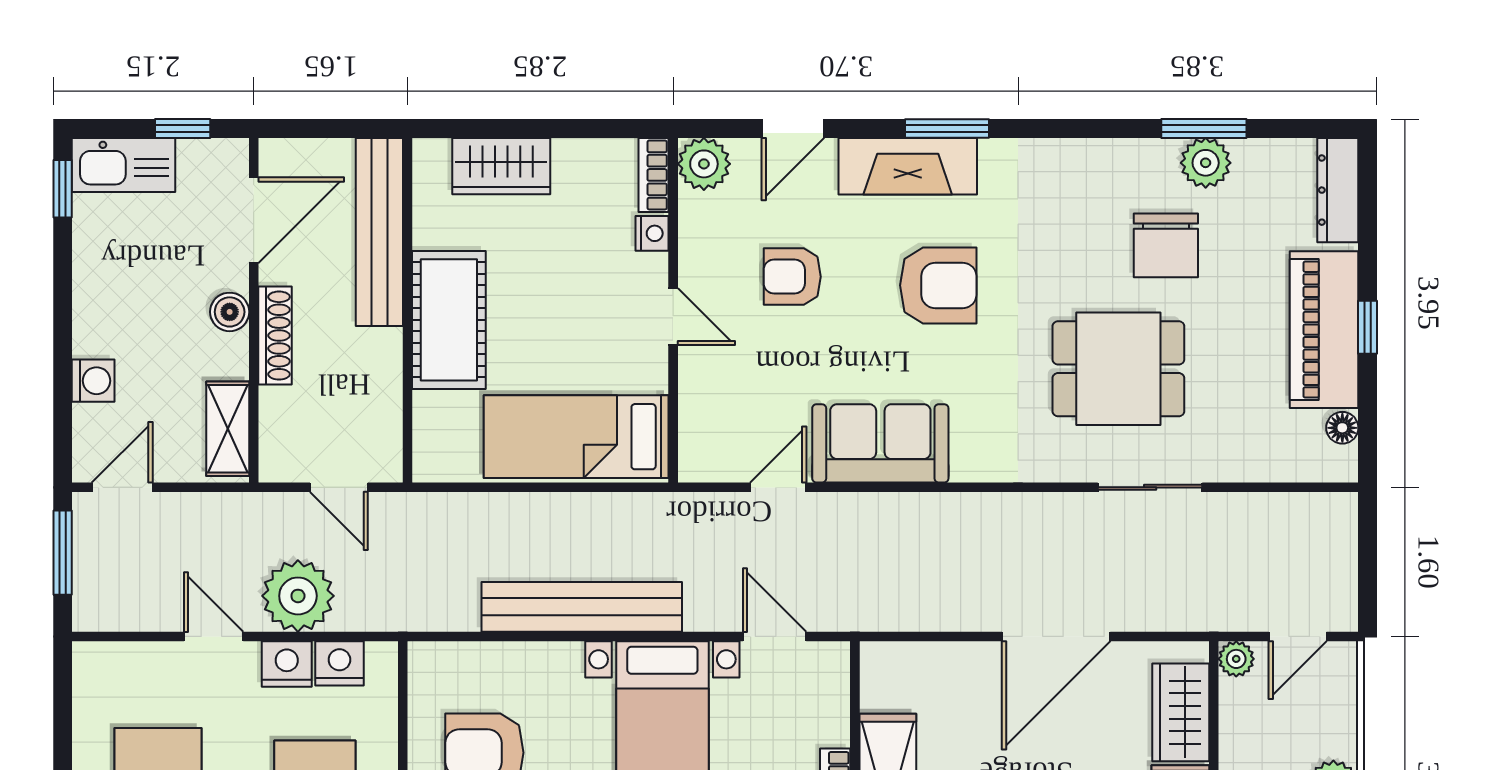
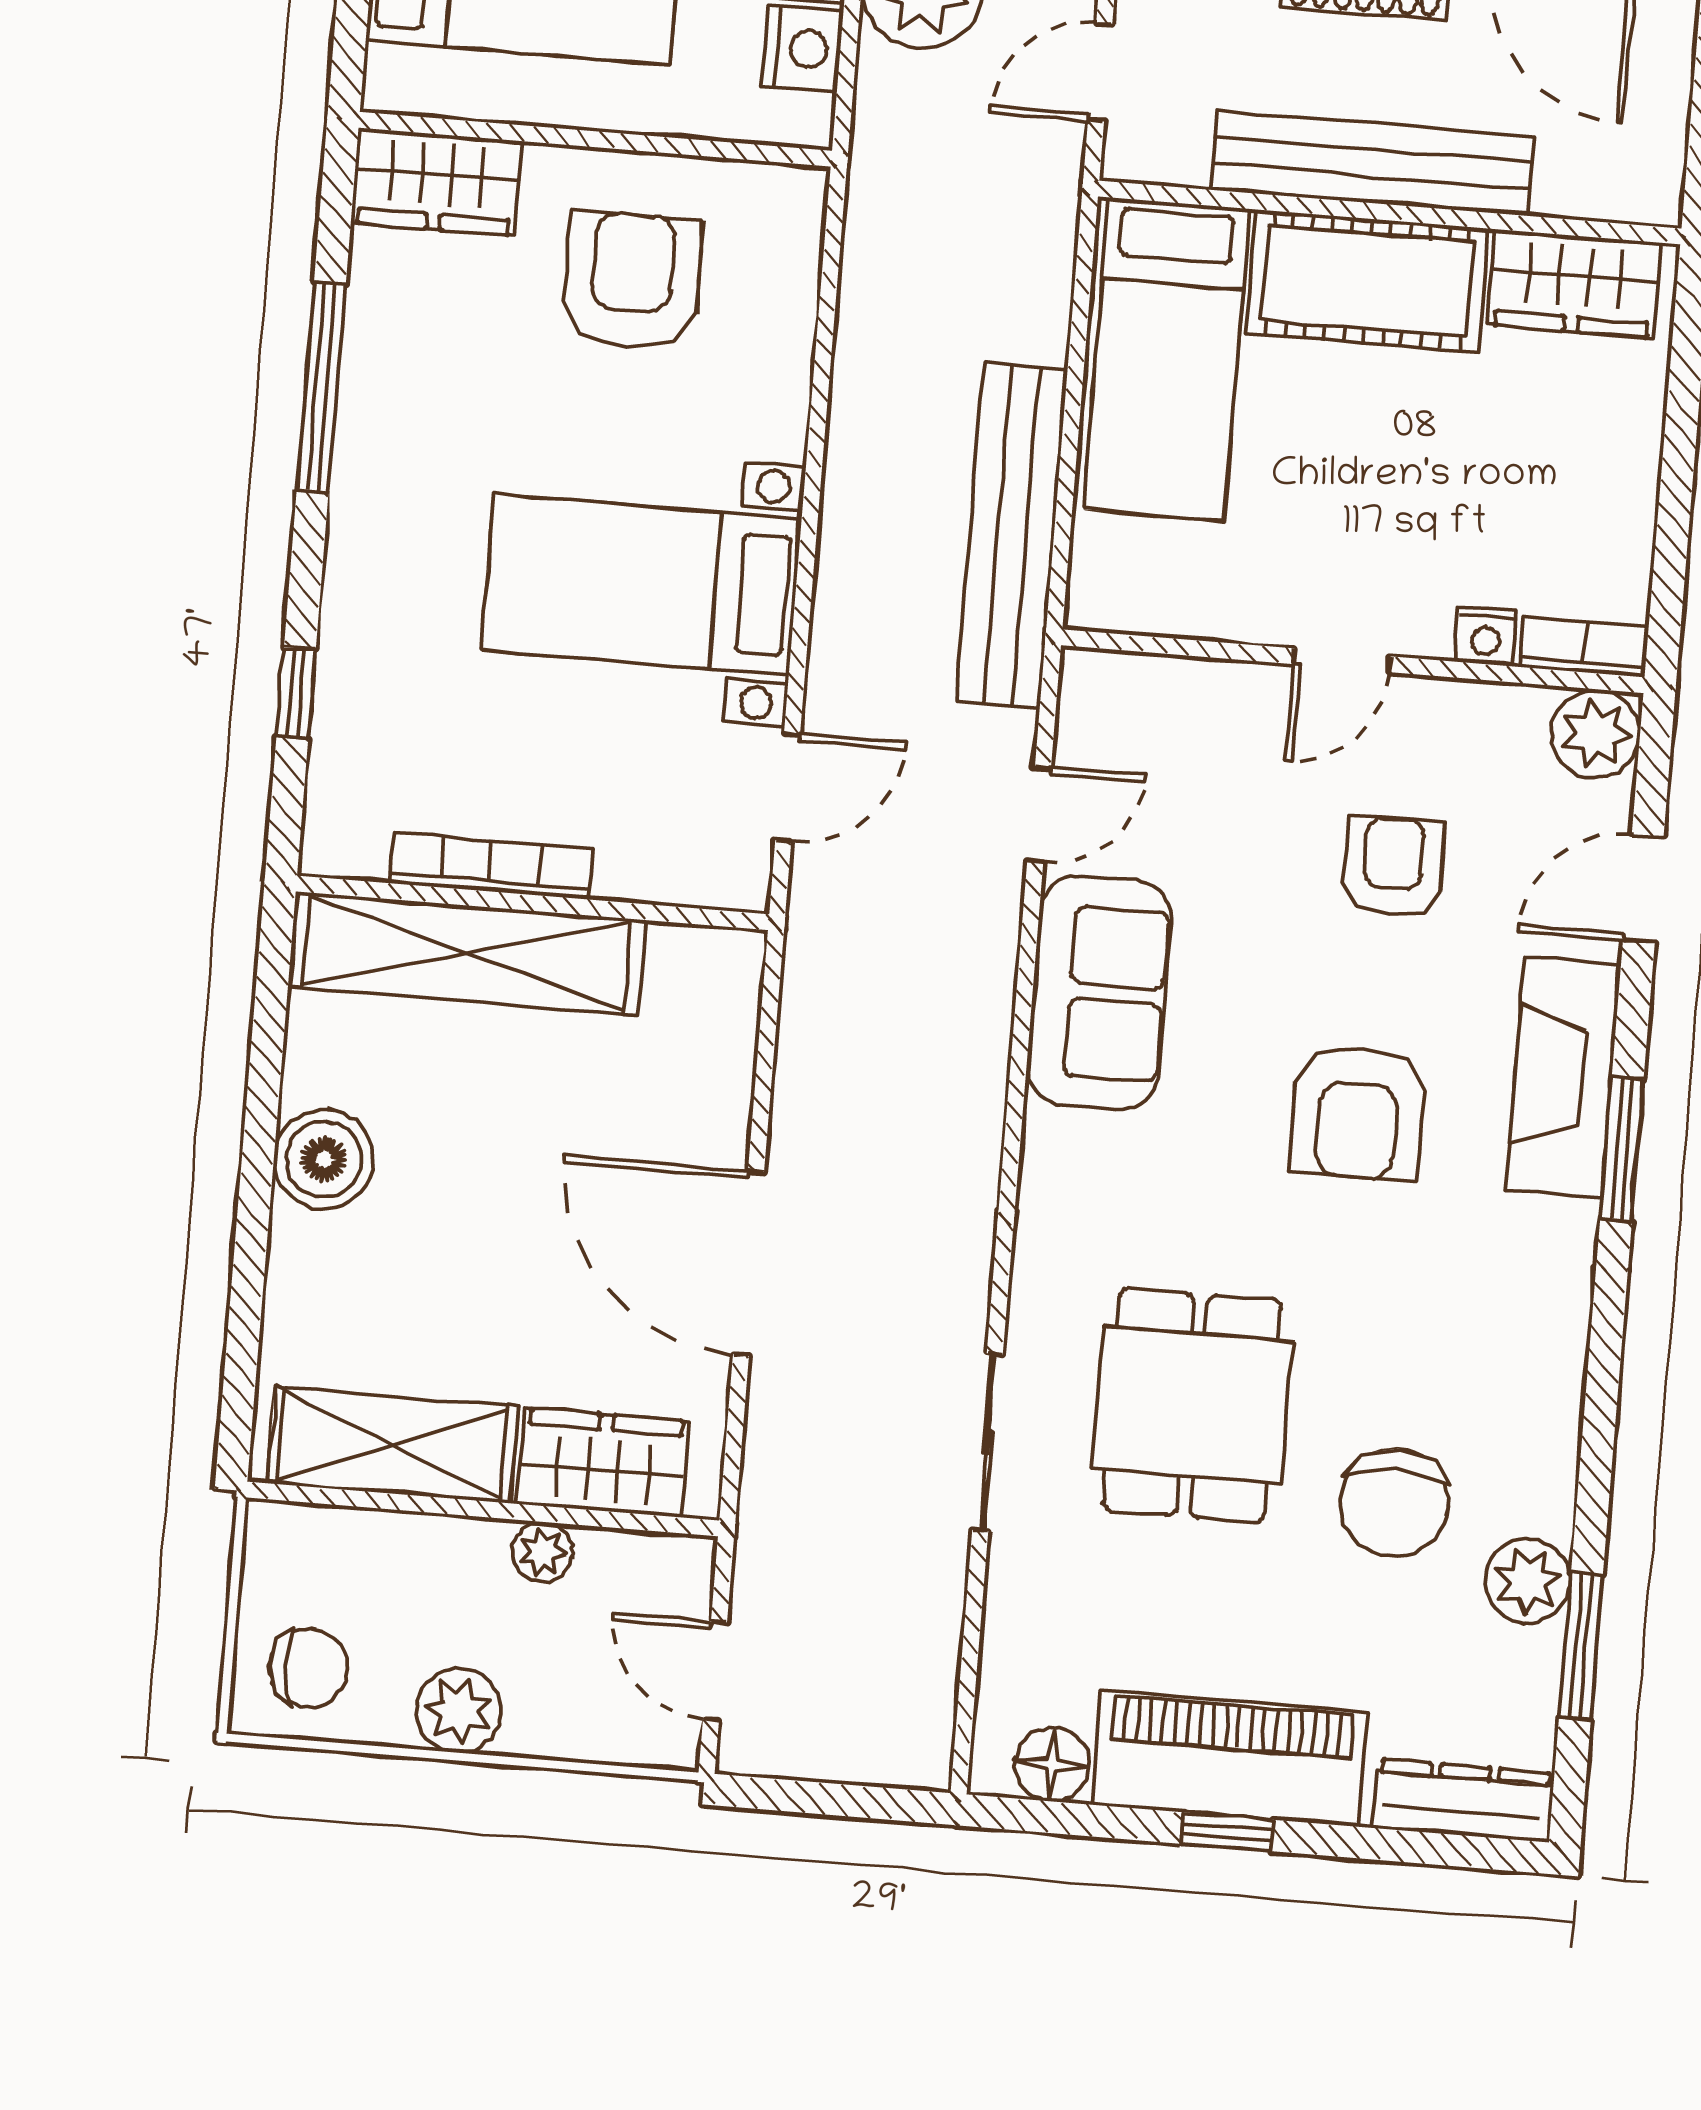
door: (793, 128) -> (1643, 889), hinge flipped
window: (1204, 128) -> (1581, 1647), moved
wardrobe: (501, 166) -> (1574, 284), moved, turned -90
bench: (379, 232) -> (1373, 163), moved
chair: (1166, 245) -> (1394, 1503), turned -90
floor lamp: (1342, 428) -> (1052, 1764), width x1.37, depth x1.37
bed: (576, 437) -> (1167, 359), moved, turned 180
door: (778, 487) -> (1039, 814), hinge flipped
bench: (582, 607) -> (1012, 535), moved
plant: (1236, 659) -> (542, 1552), moved

